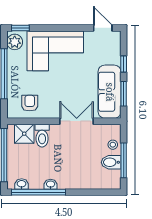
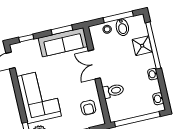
window: (124, 64) -> (26, 38), moved
armchair: (30, 103) -> (88, 108), turned -90
shower: (24, 134) -> (142, 46), moved
window: (38, 192) -> (153, 45), moved

